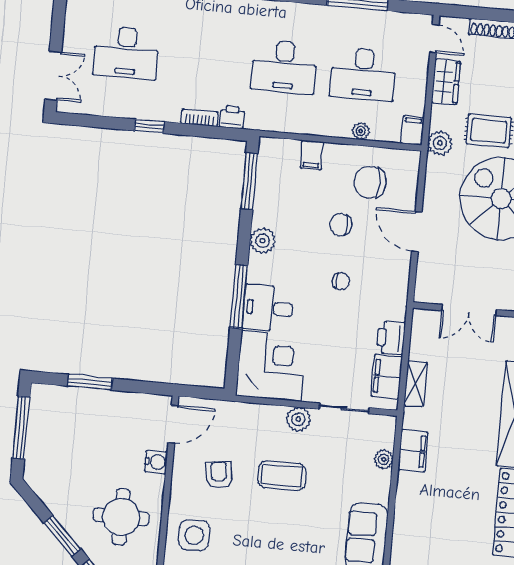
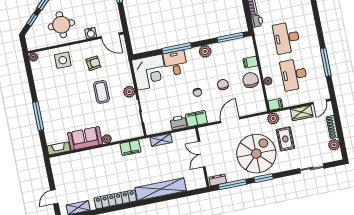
chair: (370, 182) -> (251, 80), moved
filing cabinet: (387, 377) -> (196, 119), moved
plant: (384, 459) -> (107, 139), moved

